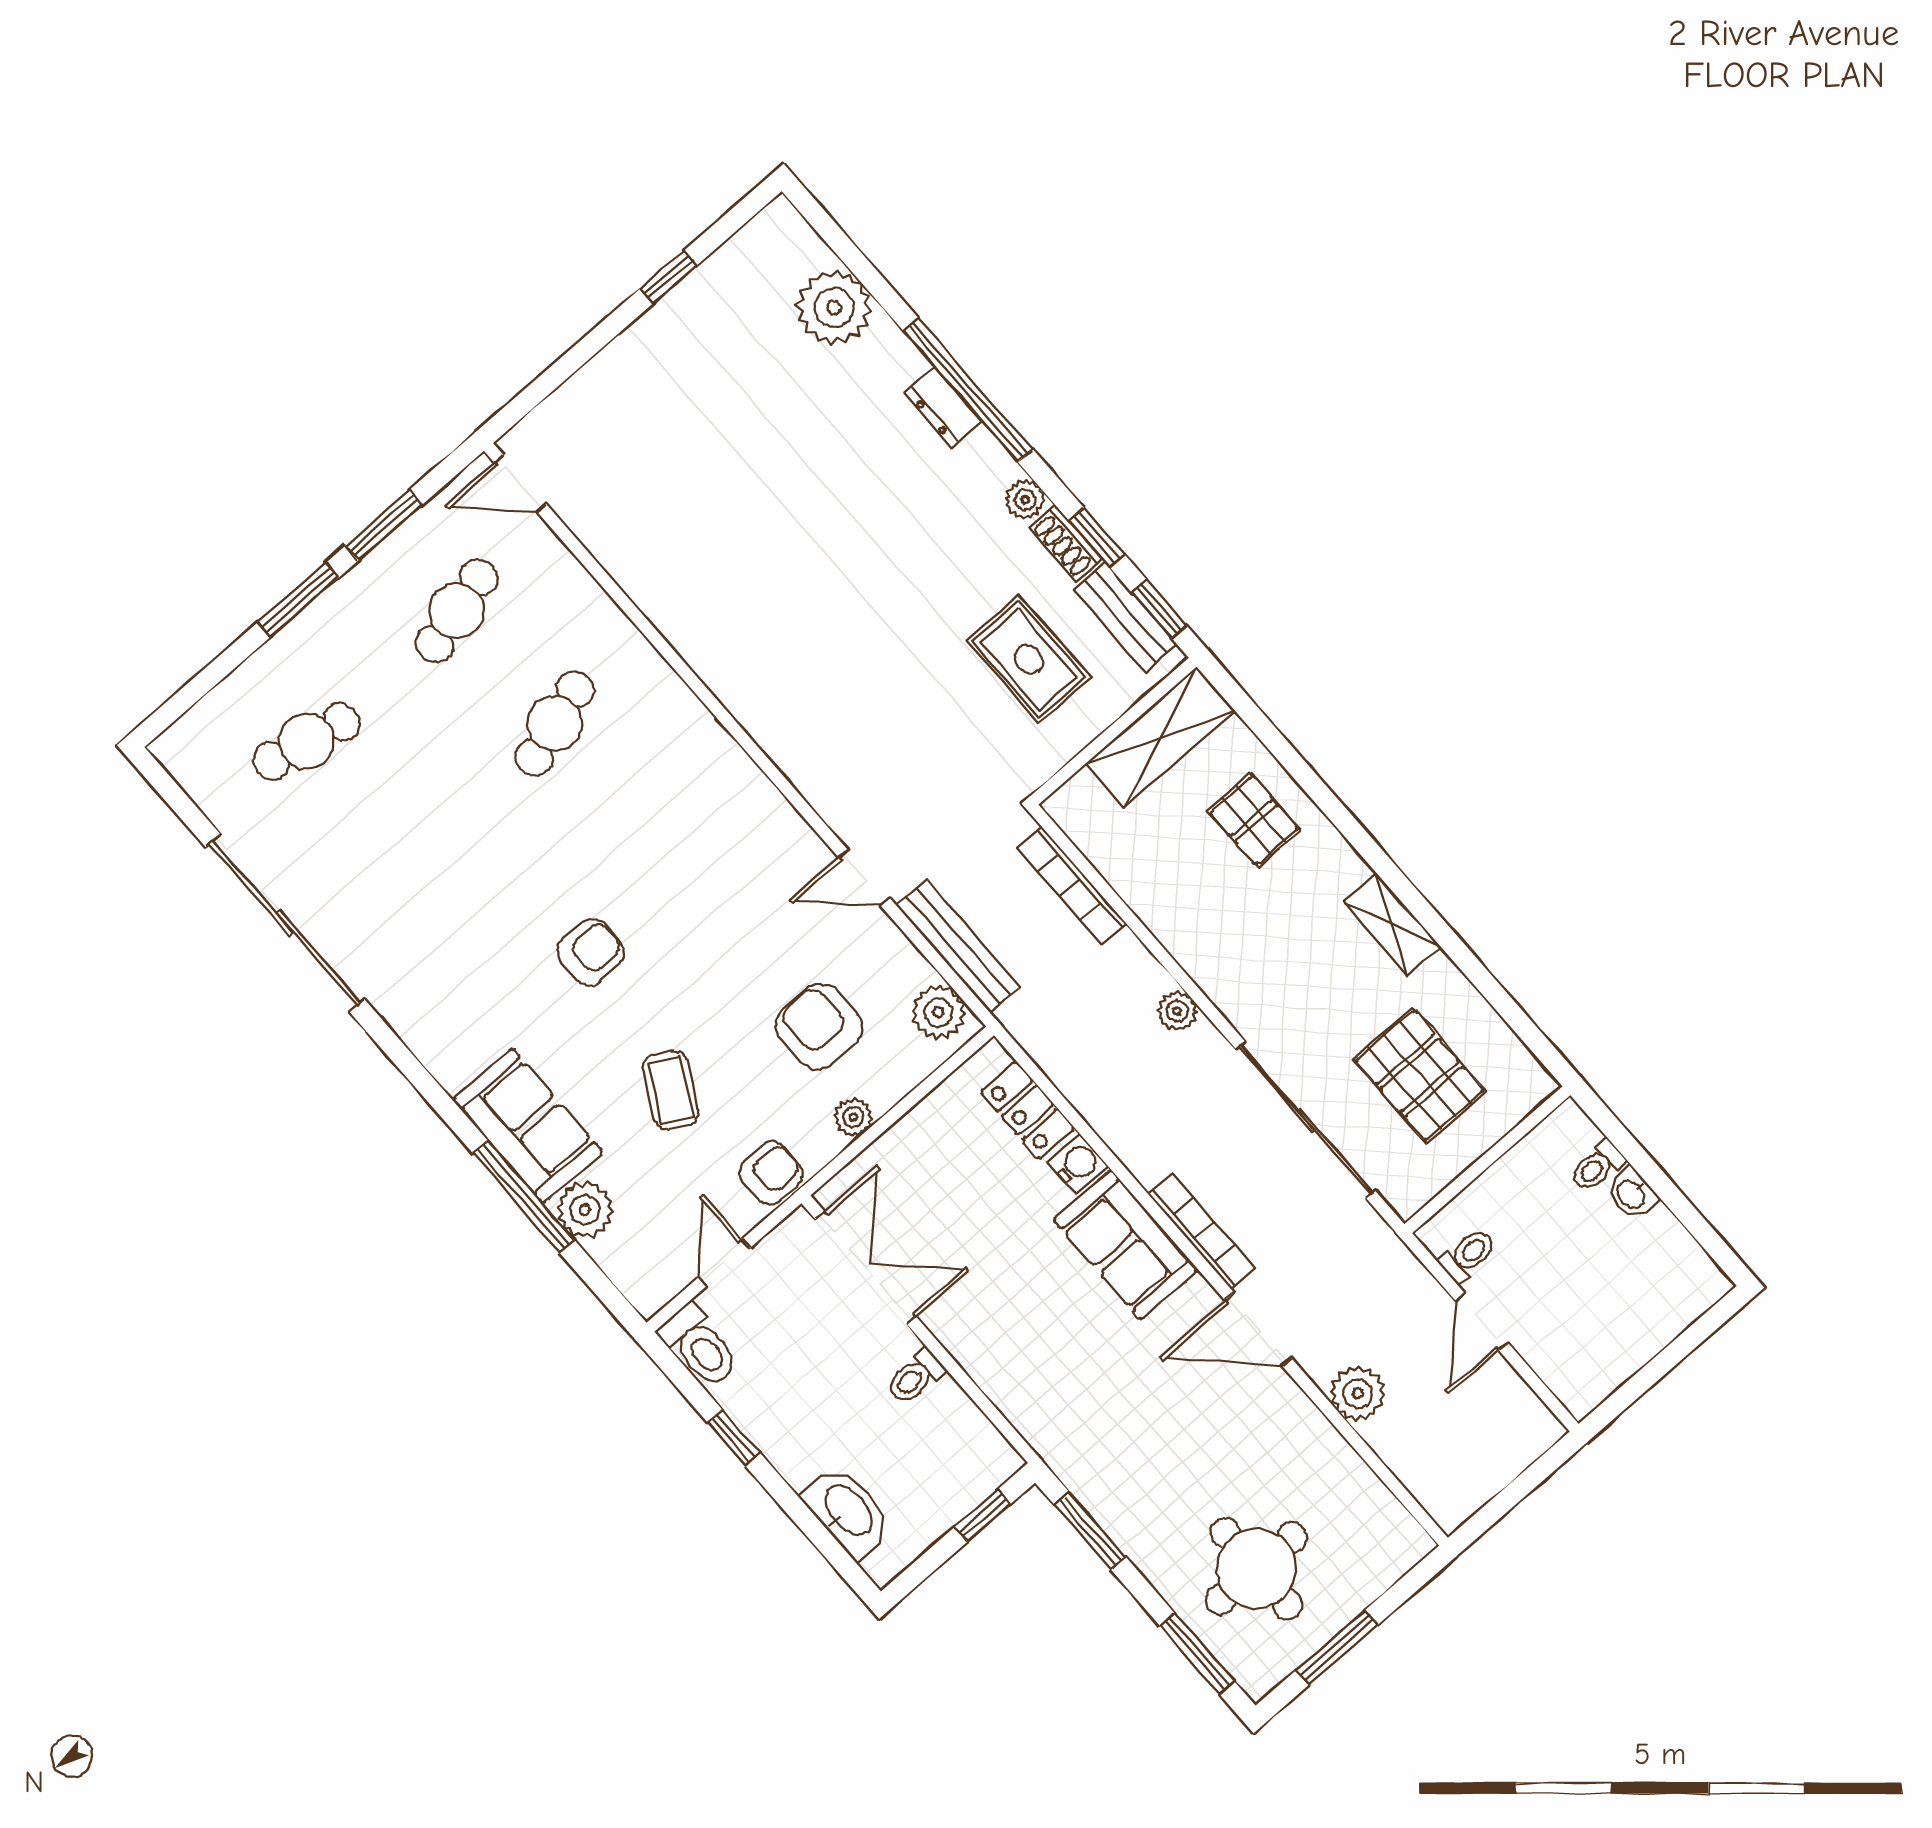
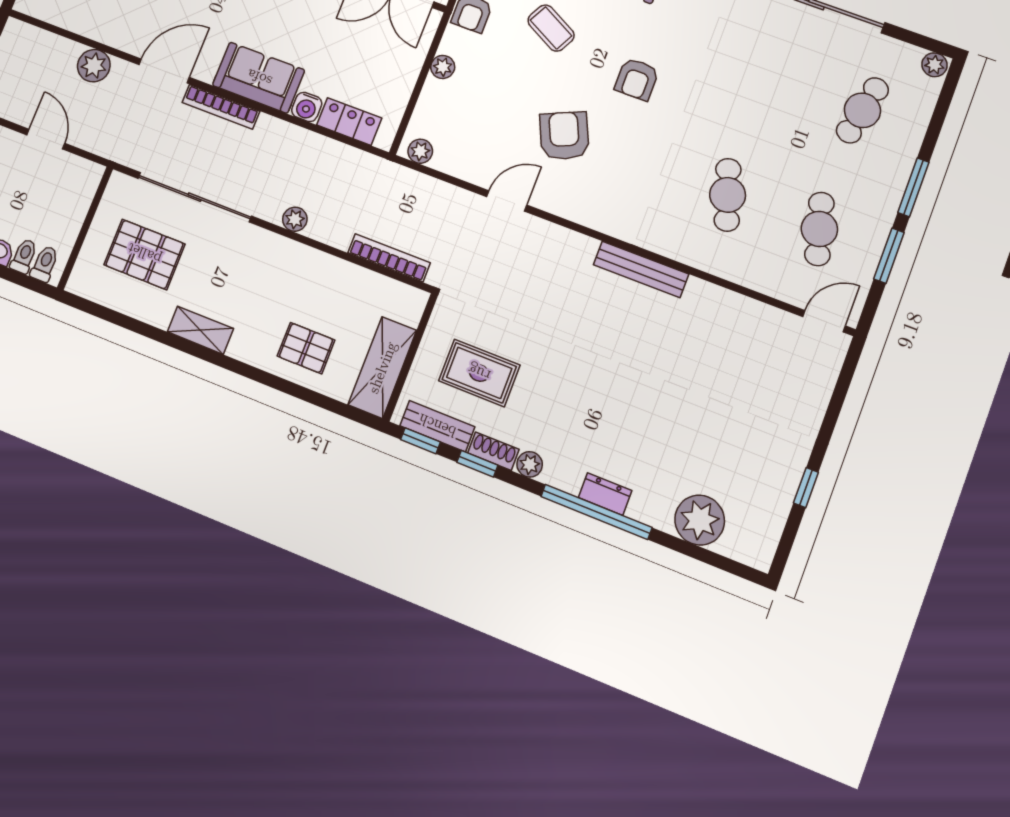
plant: (174, 752) -> (934, 65), added
bench: (958, 946) -> (641, 269), moved
plant: (938, 1012) -> (420, 151), width x0.73, depth x0.73
armchair: (819, 1027) -> (564, 136), moved, turned -114
toilet: (1468, 1255) -> (45, 264), moved, turned 180

